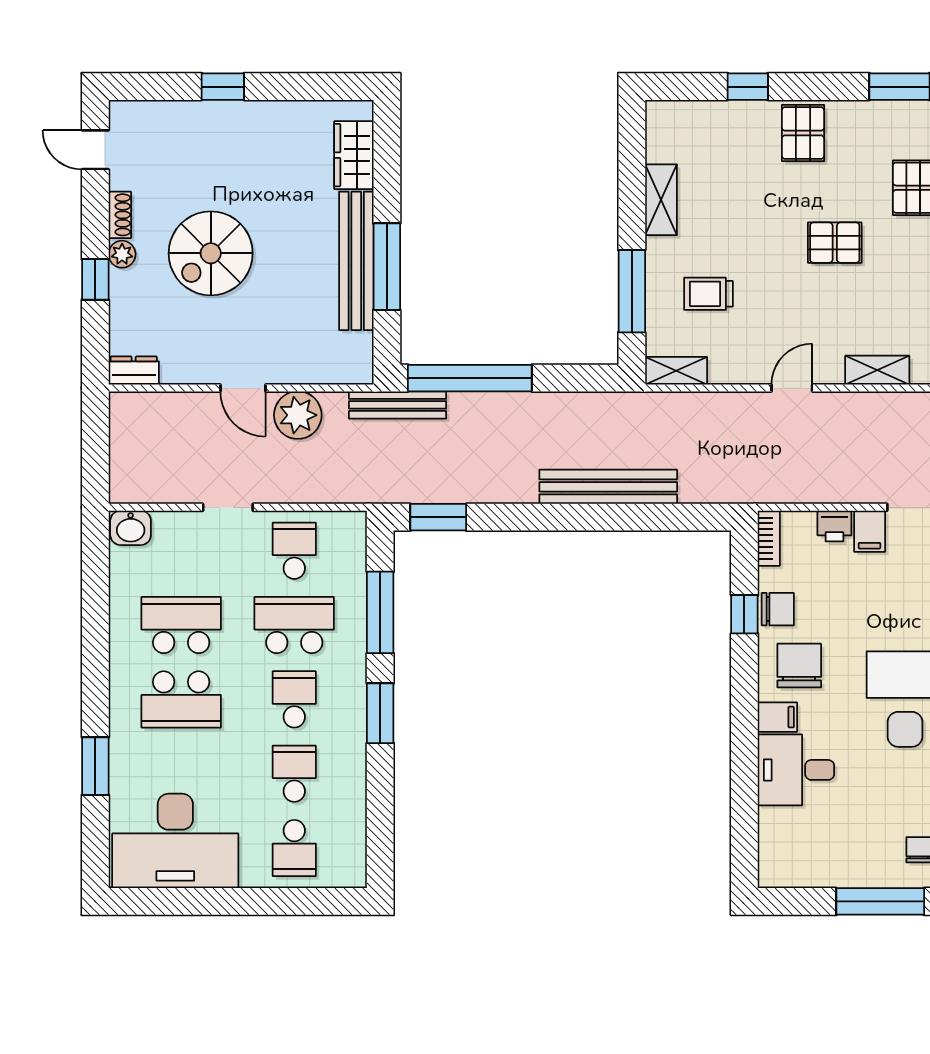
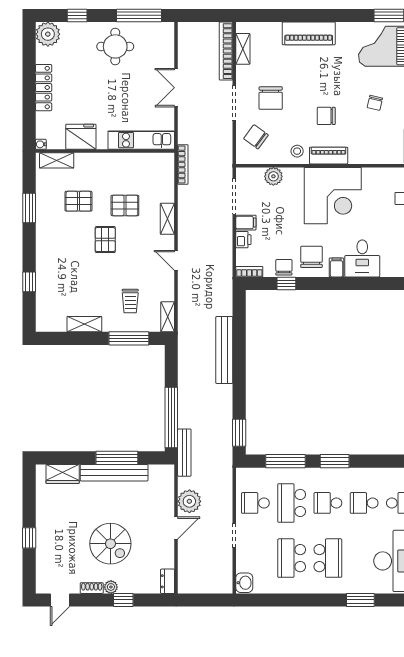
pallet: (803, 133) -> (125, 205), moved
chair: (799, 666) -> (311, 257), turned 90

